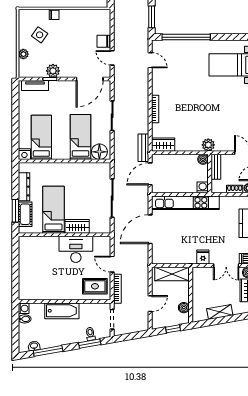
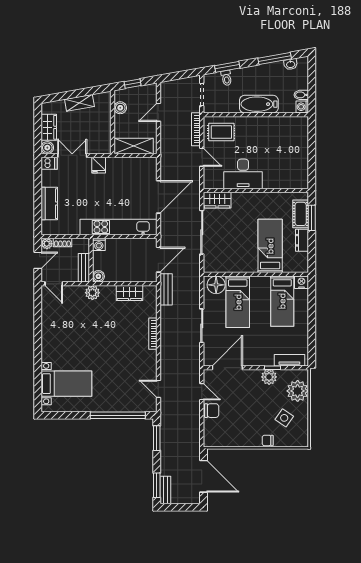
plant: (23, 54) -> (298, 391), width x1.88, depth x1.88
wardrobe: (163, 145) -> (129, 293), moved
dresser: (24, 187) -> (302, 240), width x0.70
bed: (54, 210) -> (270, 246), moved, turned 180
wardrobe: (77, 226) -> (217, 200), moved

